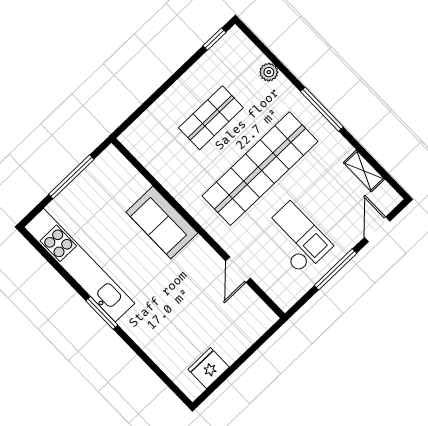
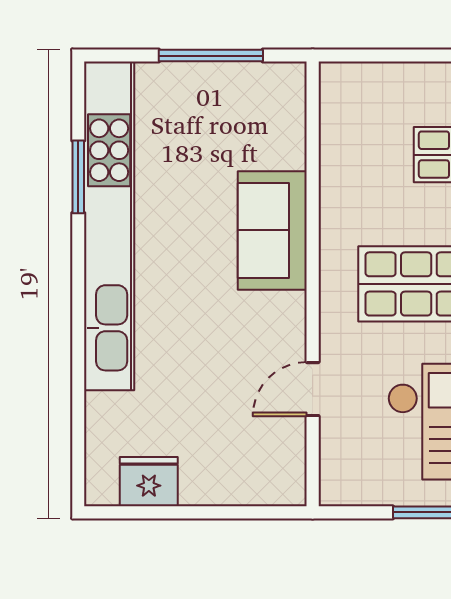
kitchen unit: (79, 265) -> (109, 226), width x1.36
window: (102, 313) -> (78, 177), moved

